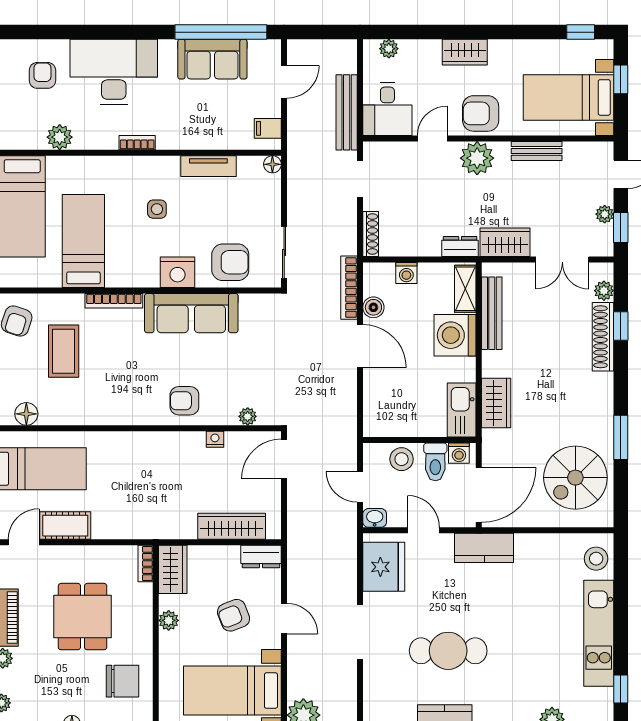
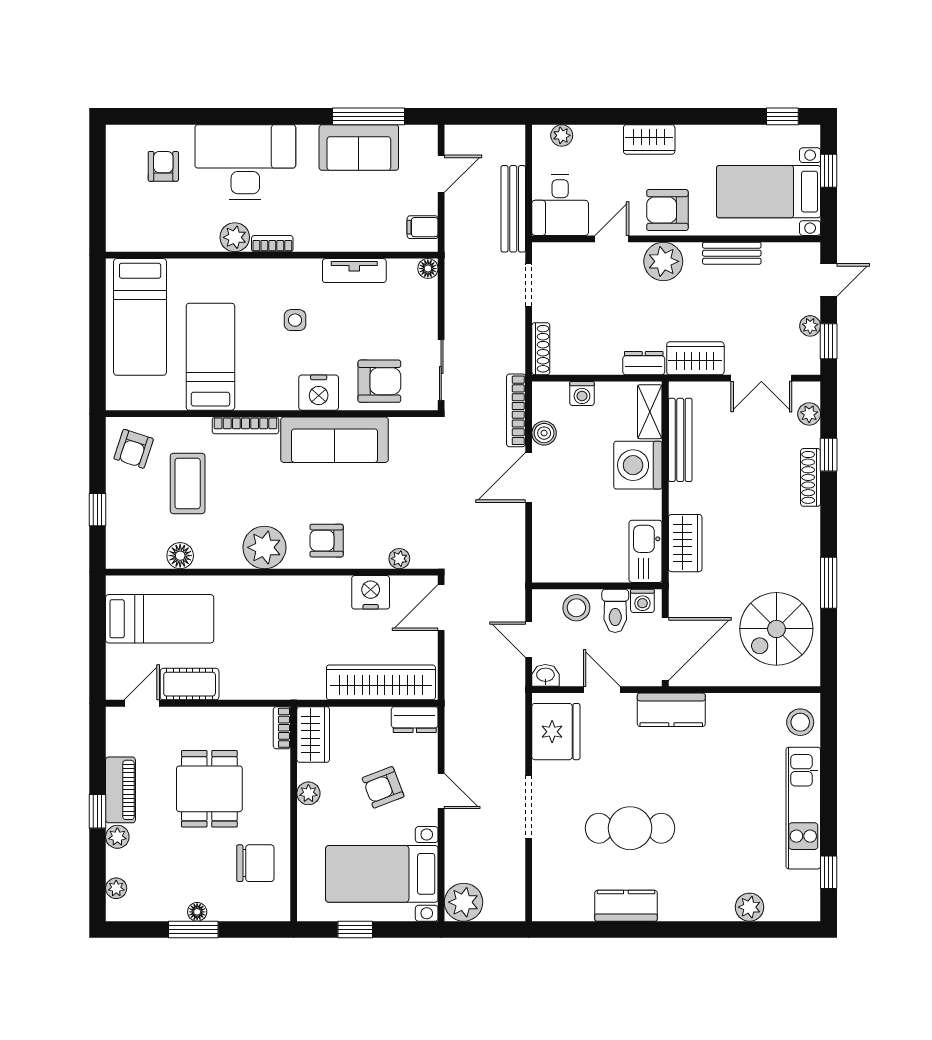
window: (221, 32) -> (369, 116), width x0.68
plant: (60, 137) -> (235, 237), moved
shoe rack: (603, 337) -> (811, 477), width x0.74, depth x0.81
door: (360, 346) -> (529, 478), swing flipped
plant: (130, 407) -> (264, 547), added
floor lamp: (26, 414) -> (180, 556), moved
nightstand: (215, 439) -> (371, 592), width x1.89, depth x1.79
wardrobe: (232, 526) -> (381, 682), width x1.40, depth x1.17

